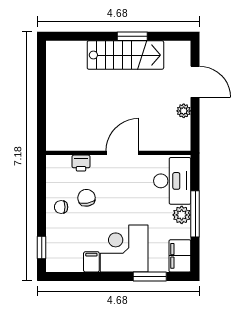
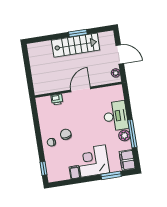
wall: (118, 153) -> (78, 90), moved
door: (122, 153) -> (81, 89), moved
printer: (81, 163) -> (57, 99), moved

